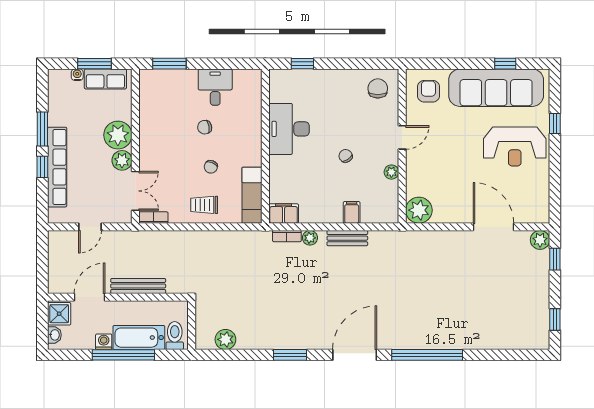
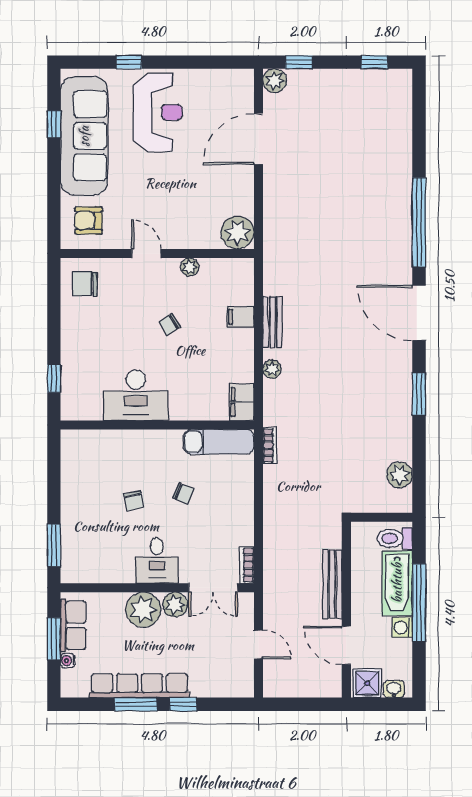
desk: (215, 87) -> (157, 560), moved, turned -90
row of seats: (57, 167) -> (140, 686), moved
double door: (135, 191) -> (213, 588), swing flipped
trolley: (204, 205) -> (231, 501), removed
bookcase: (287, 236) -> (270, 445), moved

